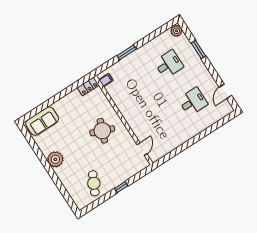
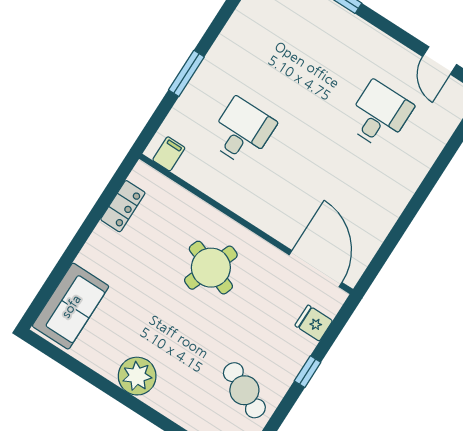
desk: (169, 64) -> (242, 132), moved
locker: (88, 86) -> (123, 206), moved
door: (142, 149) -> (316, 269), width x1.87
fridge: (132, 170) -> (314, 323), added

